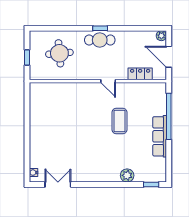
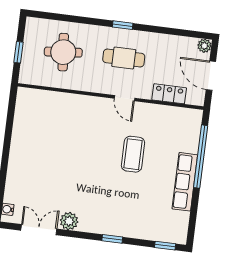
cafe table: (100, 40) -> (124, 58), moved
plant: (127, 175) -> (69, 221), moved
window: (112, 184) -> (112, 239), added

